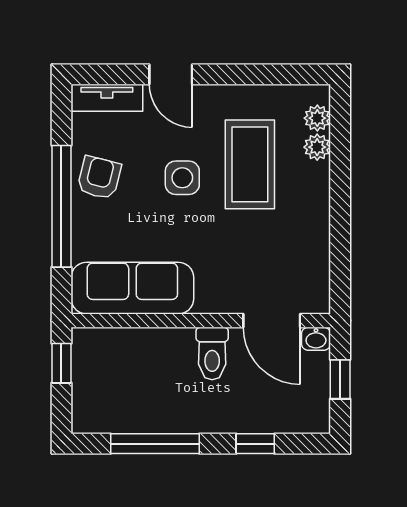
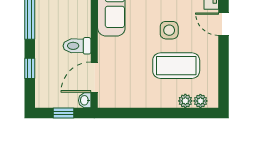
door: (171, 74) -> (223, 24), hinge flipped

